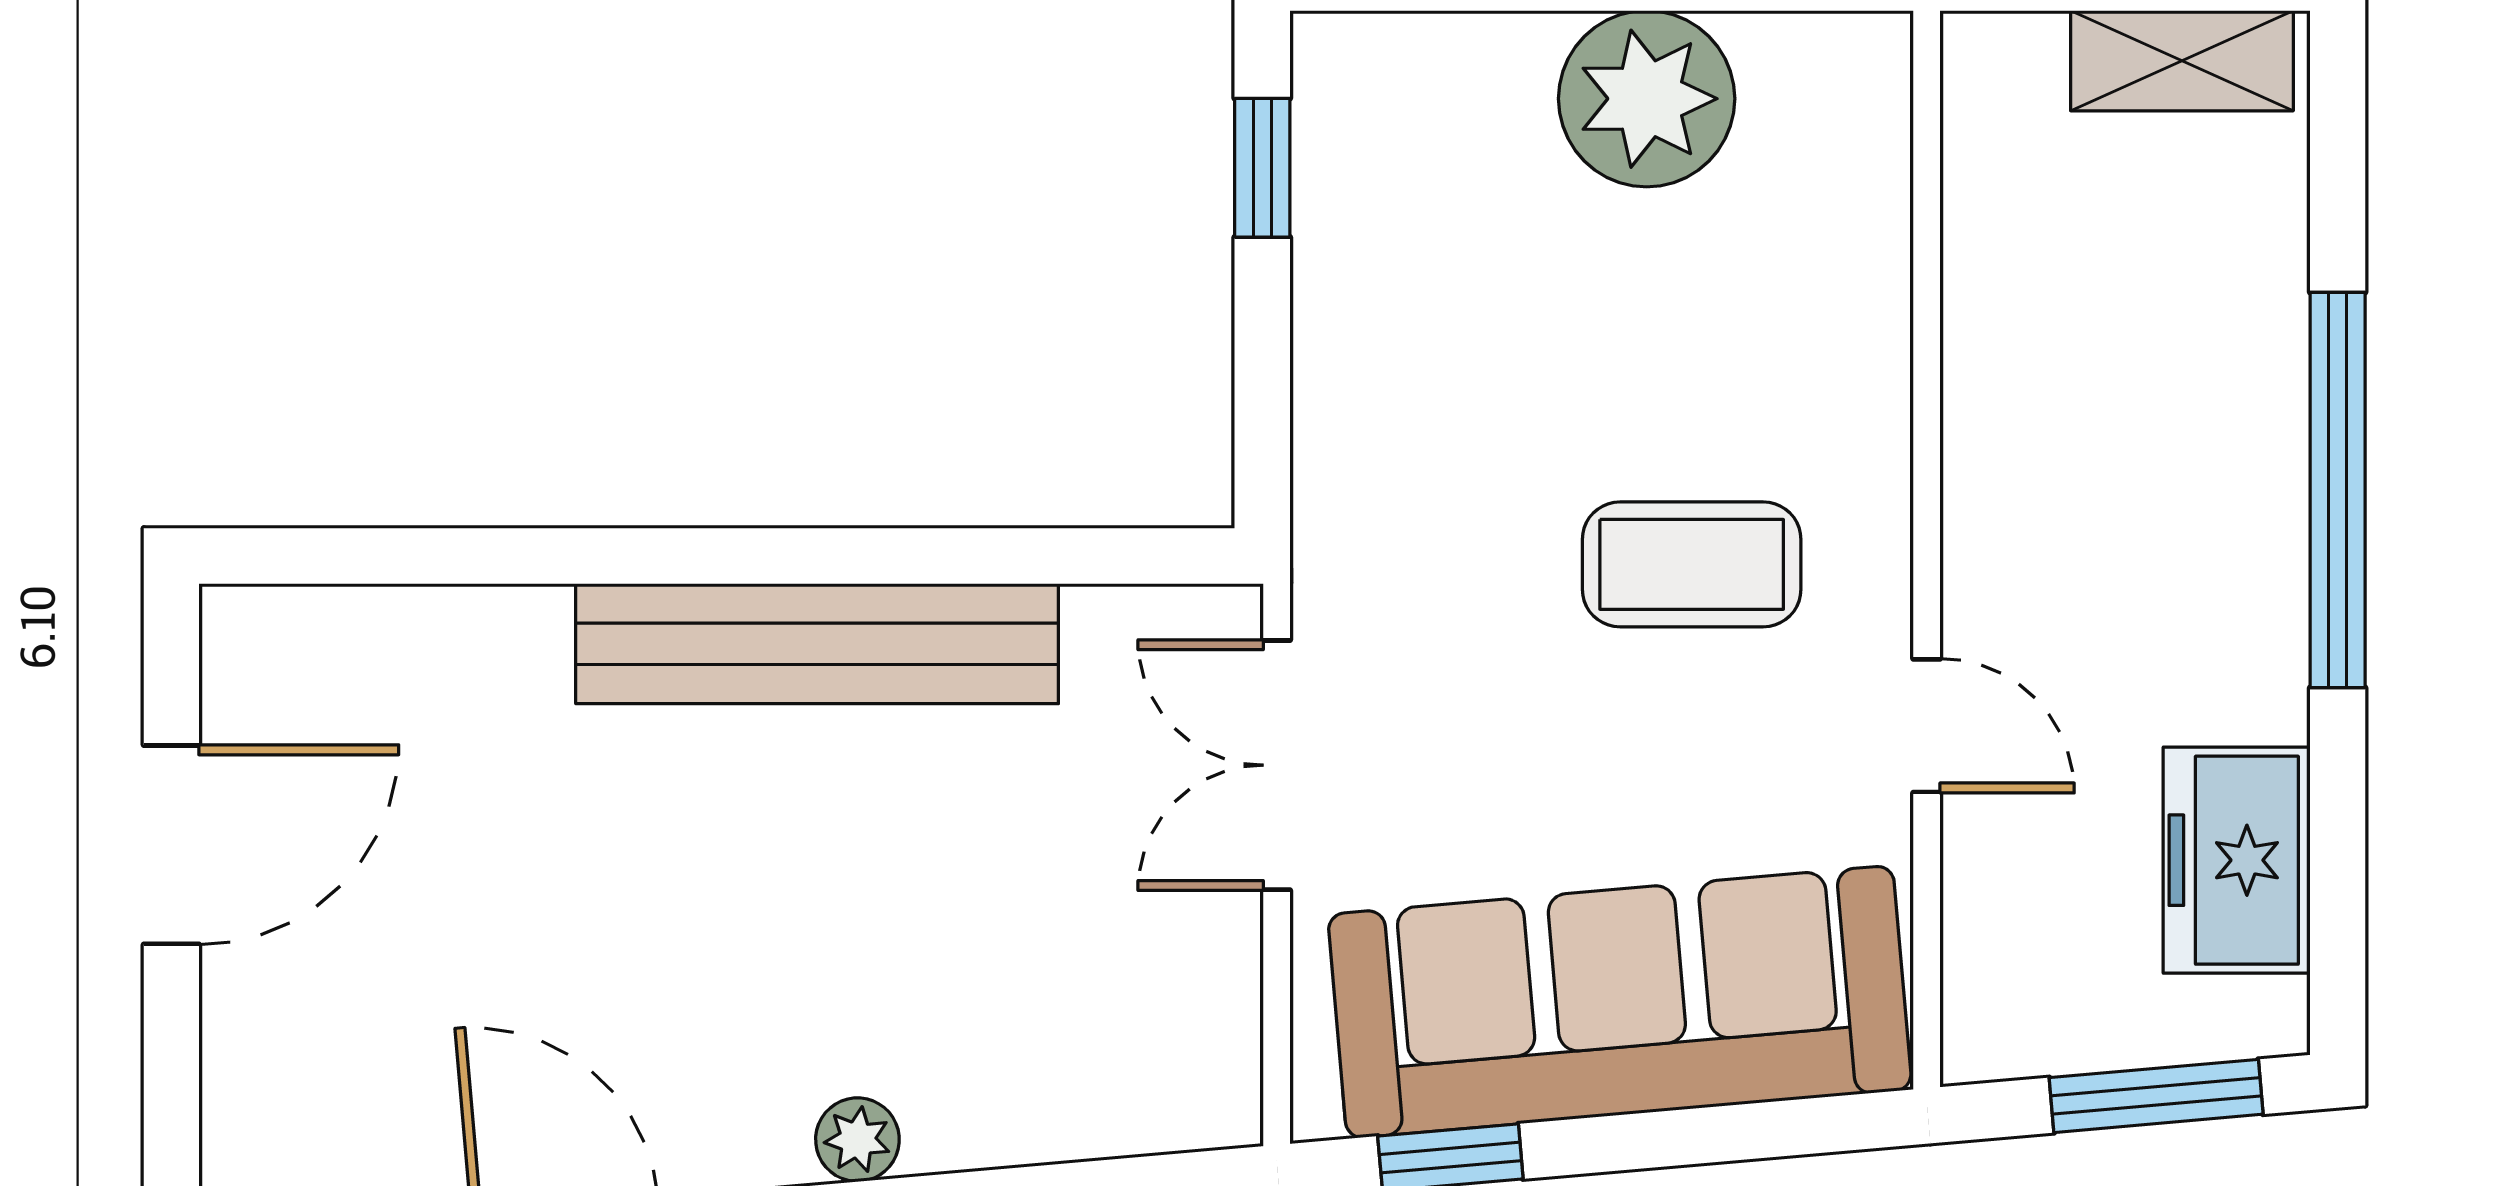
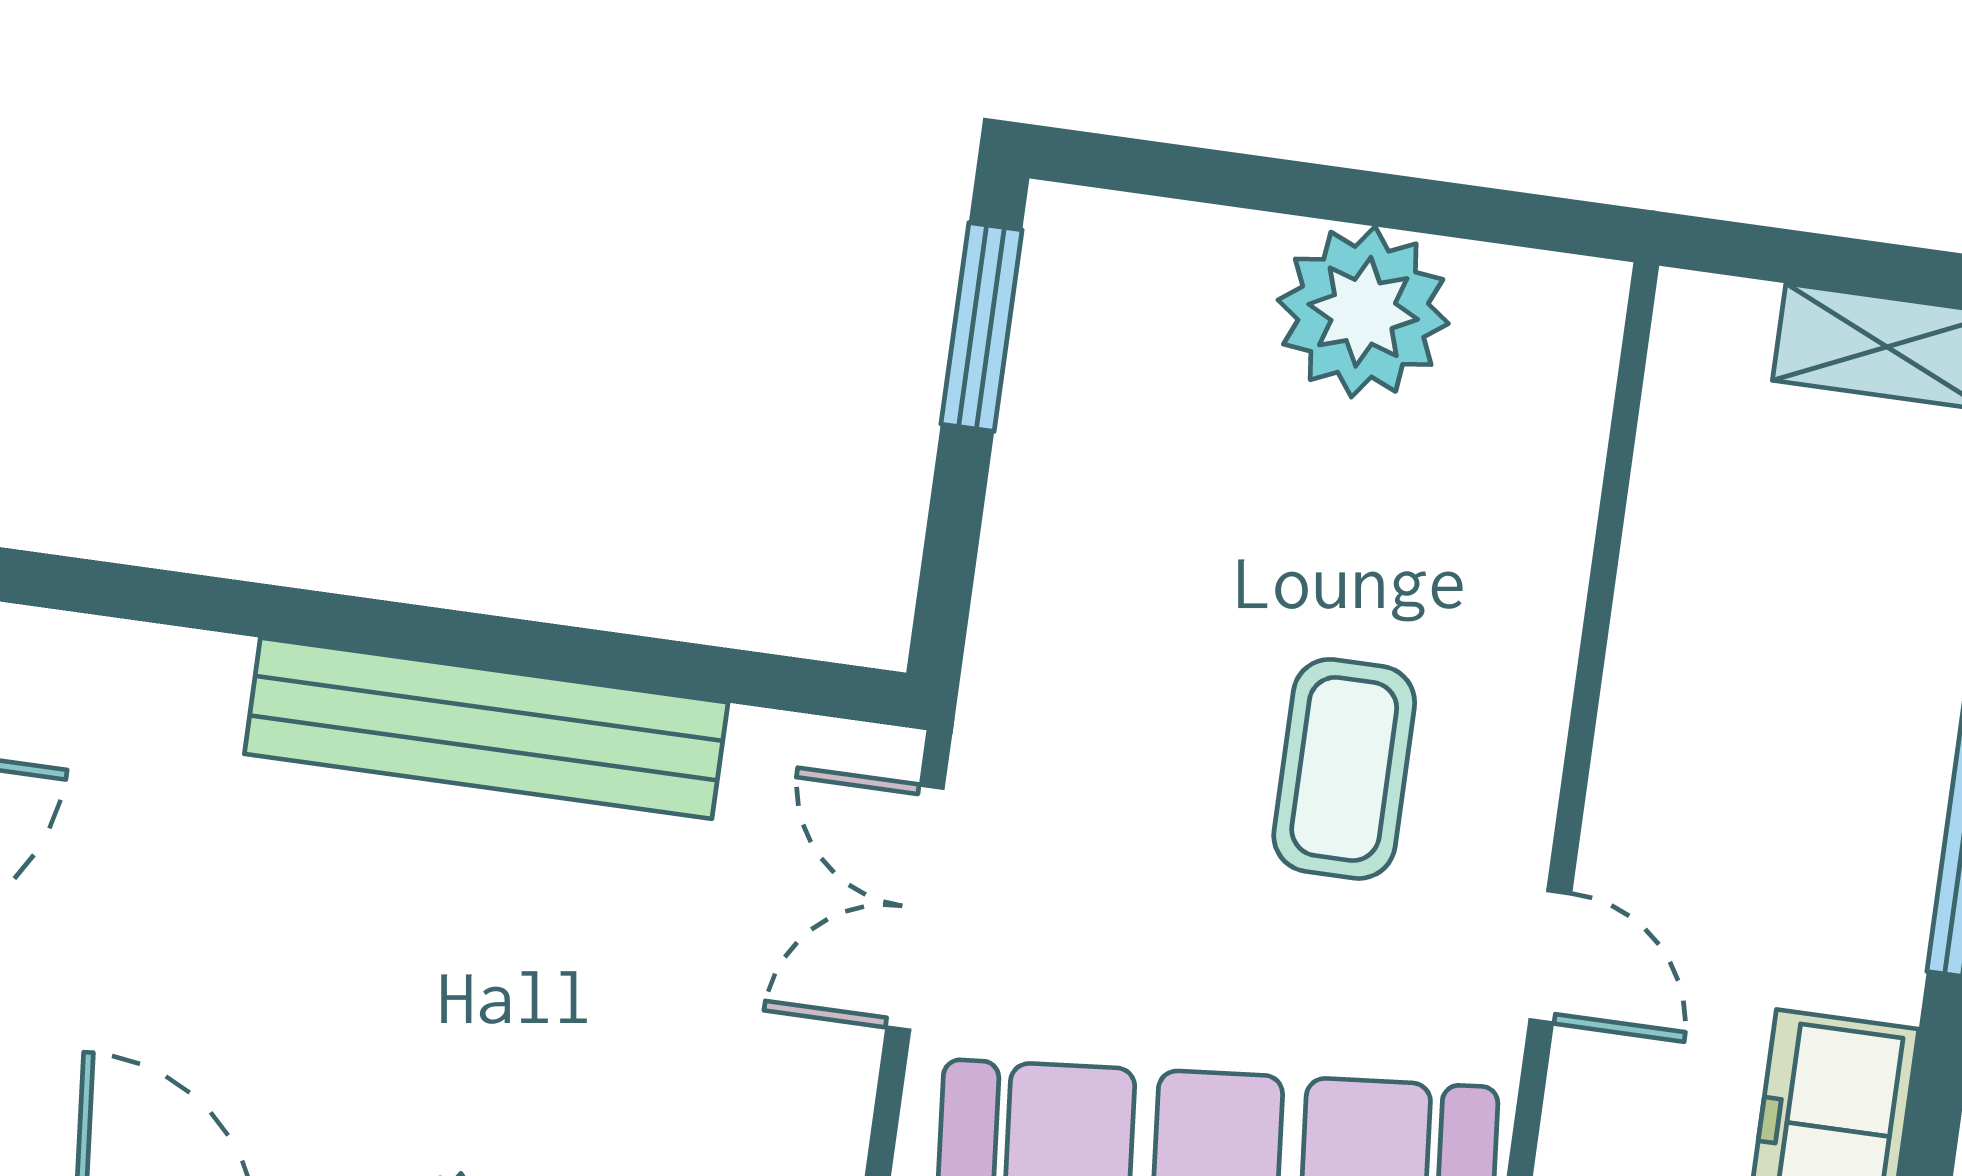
window: (1262, 168) -> (981, 327), width x1.50
coffee table: (1692, 564) -> (1344, 769), turned 90

